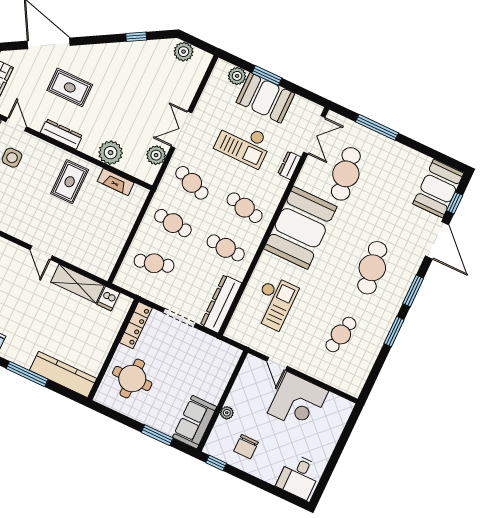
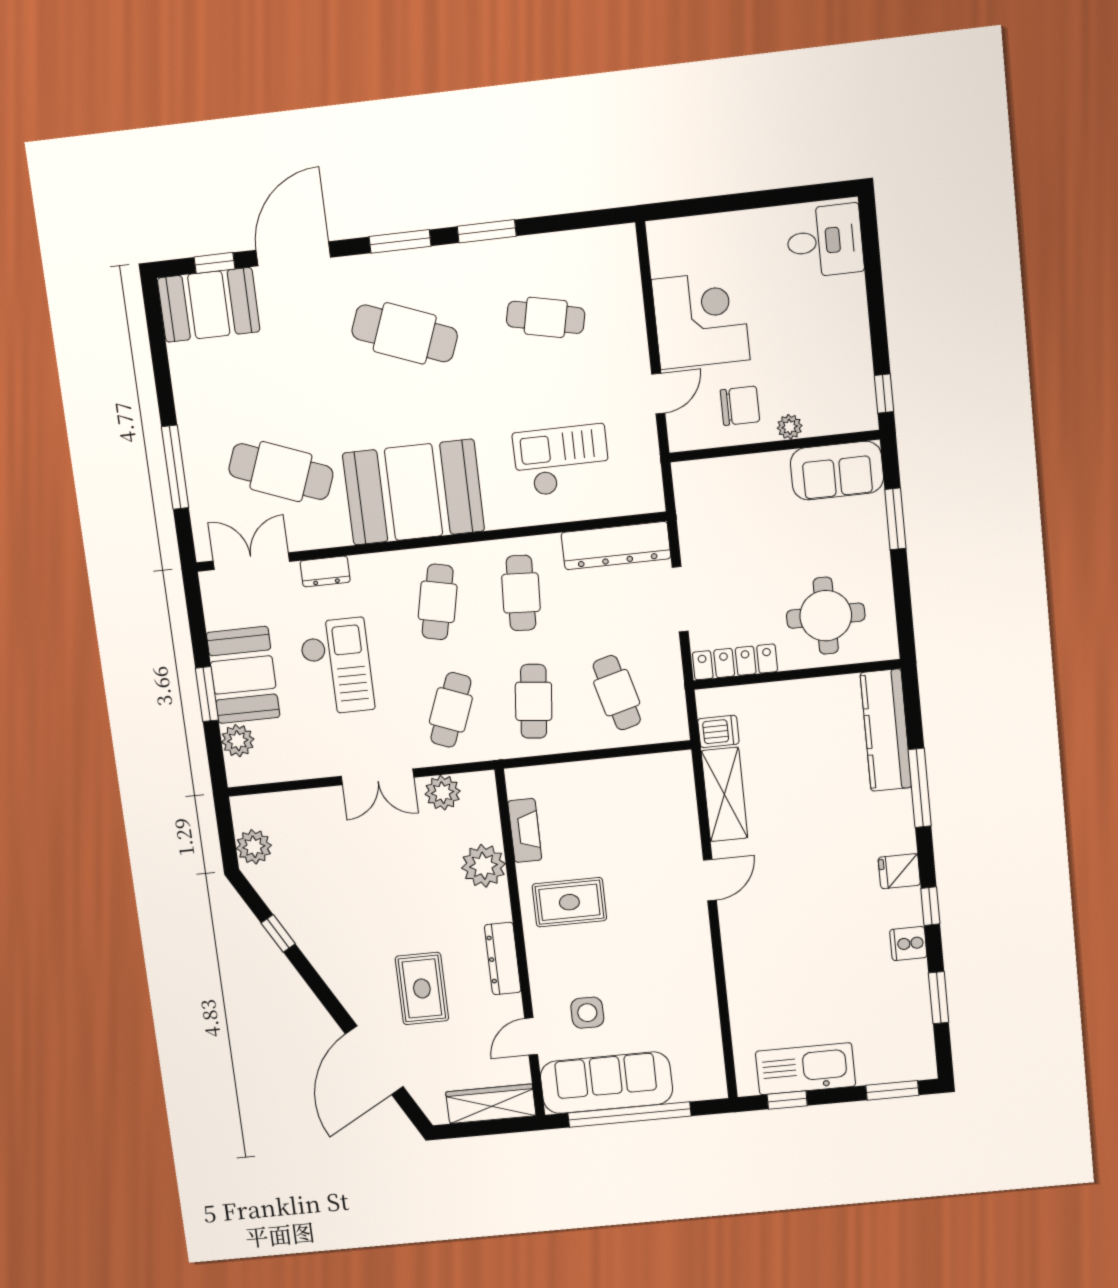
cafe table: (346, 174) -> (281, 472), turned 30
cafe table: (372, 268) -> (405, 333), turned 30
chair: (246, 447) -> (740, 406), moved

